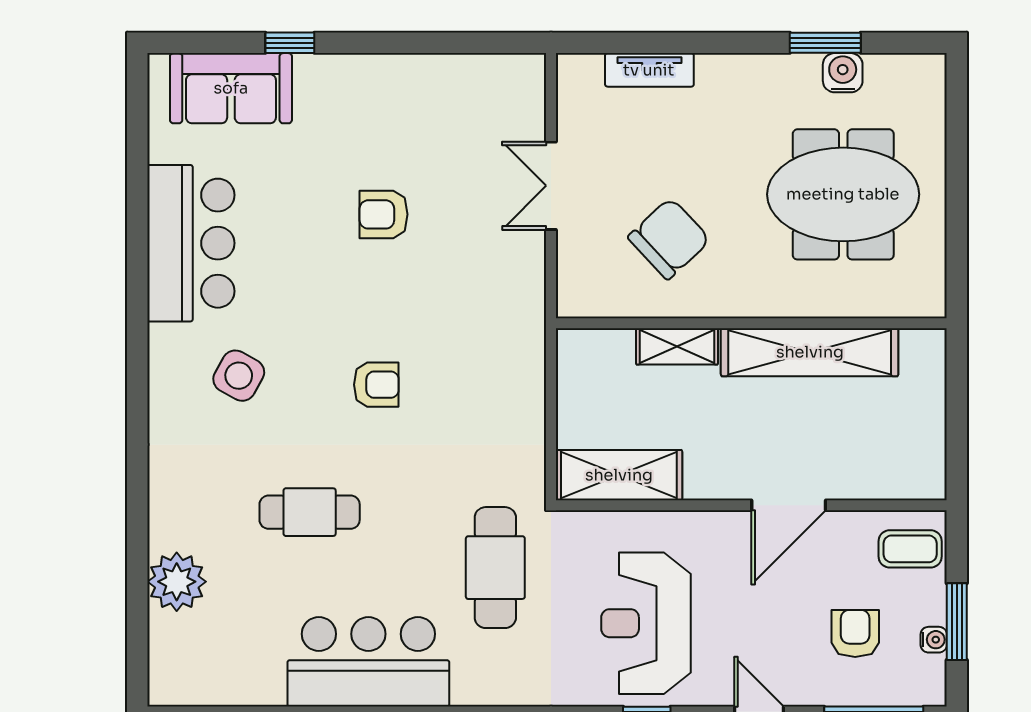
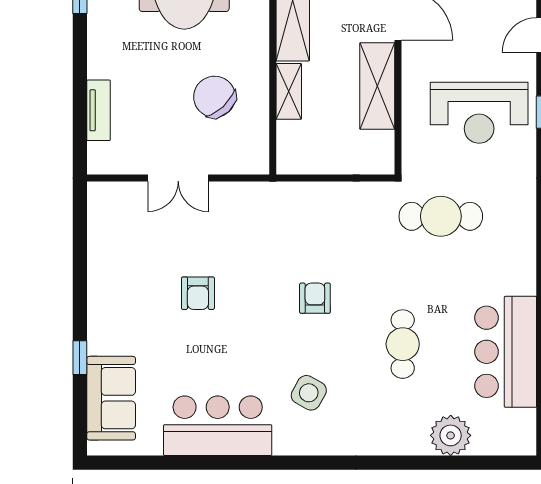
shelving: (619, 475) -> (377, 86), moved
bar counter: (368, 662) -> (506, 352), moved

